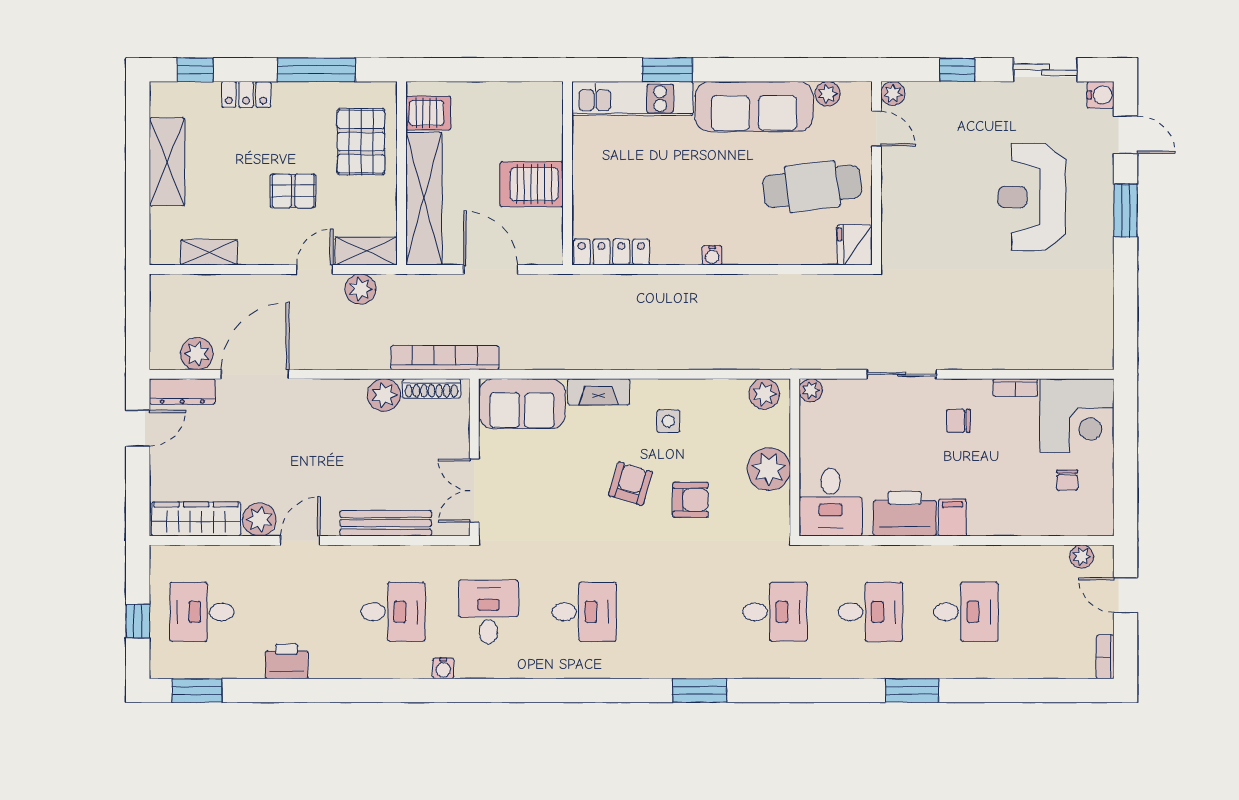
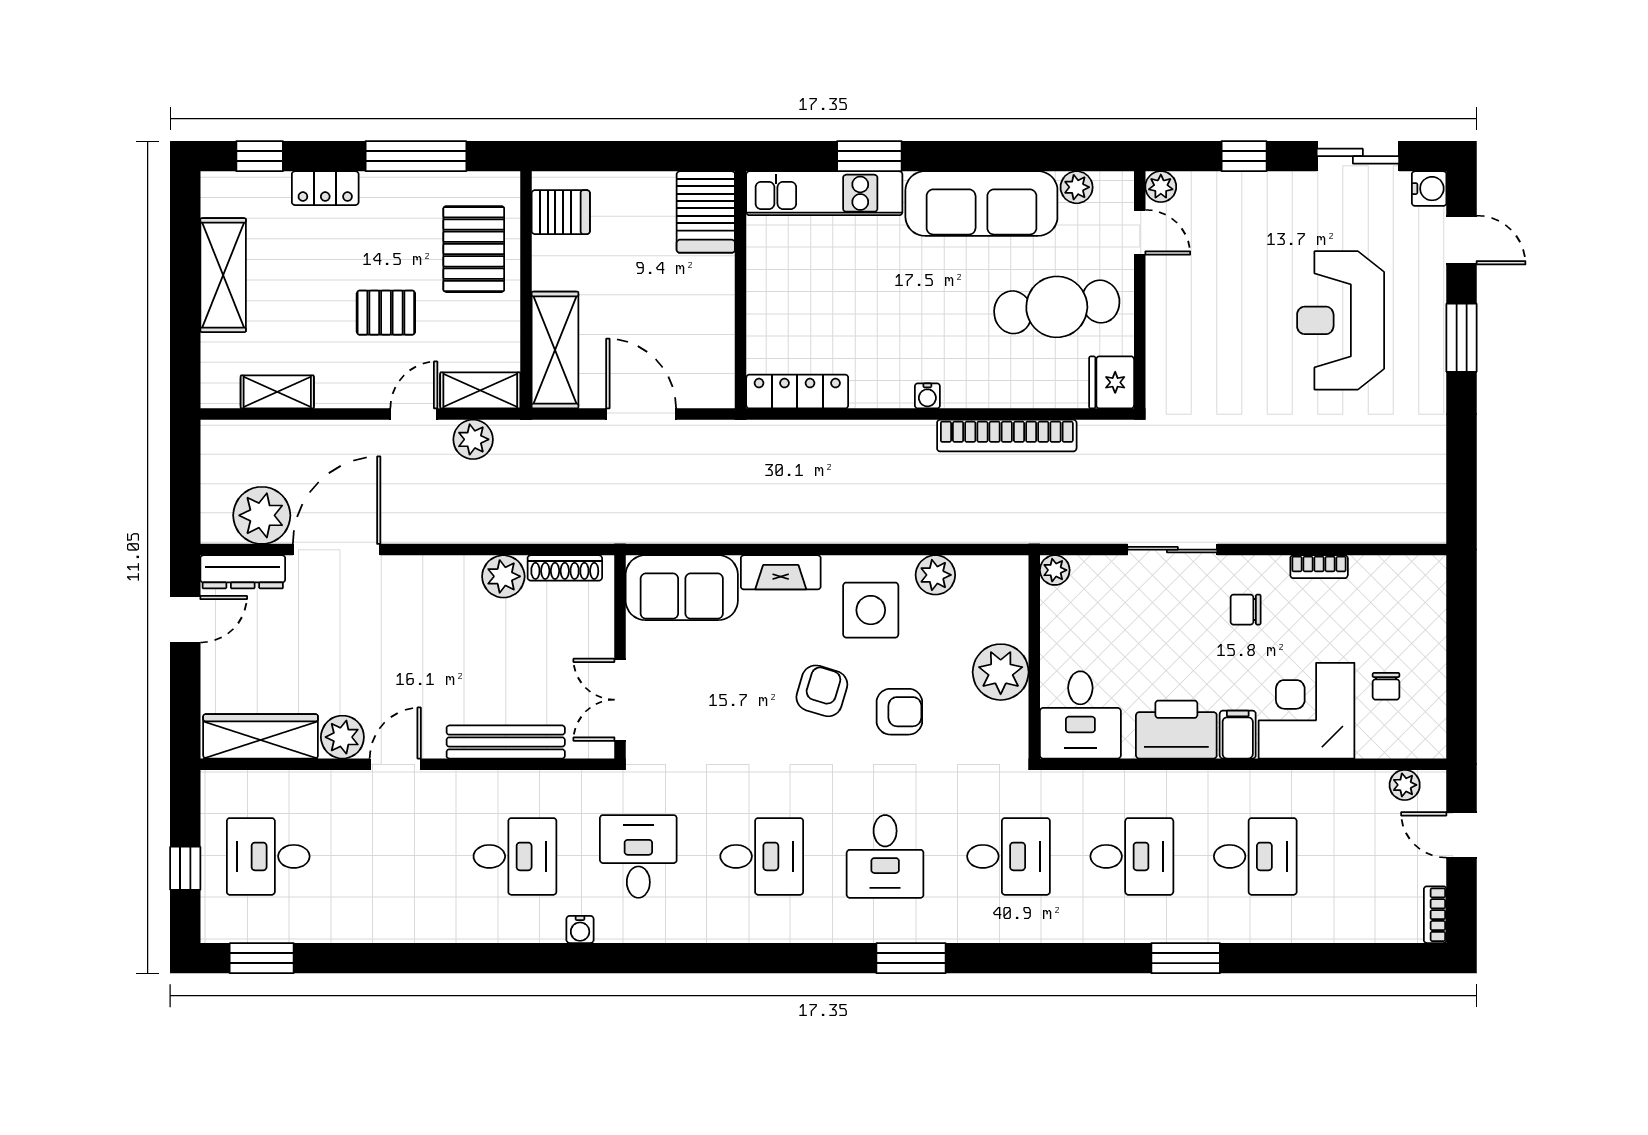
server rack: (532, 184) -> (706, 212), moved, turned -90
shelving: (424, 199) -> (555, 350), width x0.68
plant: (197, 354) -> (262, 515), width x1.36, depth x1.36
bookcase: (445, 358) -> (1007, 436), moved, turned 180
plant: (764, 394) -> (935, 575), moved
corner desk: (1077, 416) -> (1307, 711), moved, turned 180
side table: (668, 421) -> (871, 610), width x1.87, depth x1.87
desk: (679, 612) -> (885, 856), added
printer: (287, 661) -> (378, 920), removed

